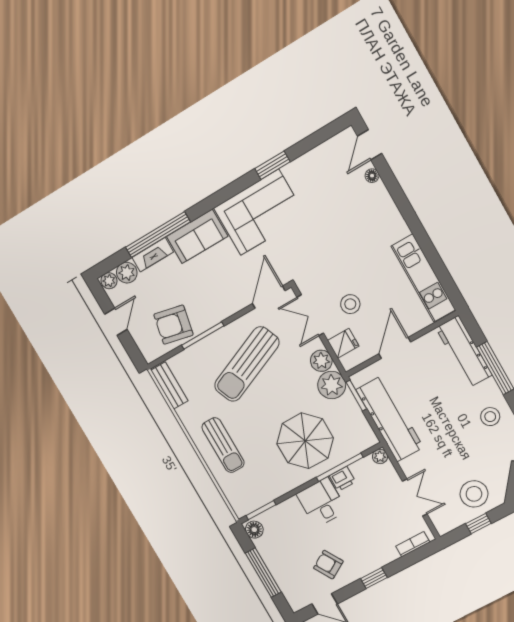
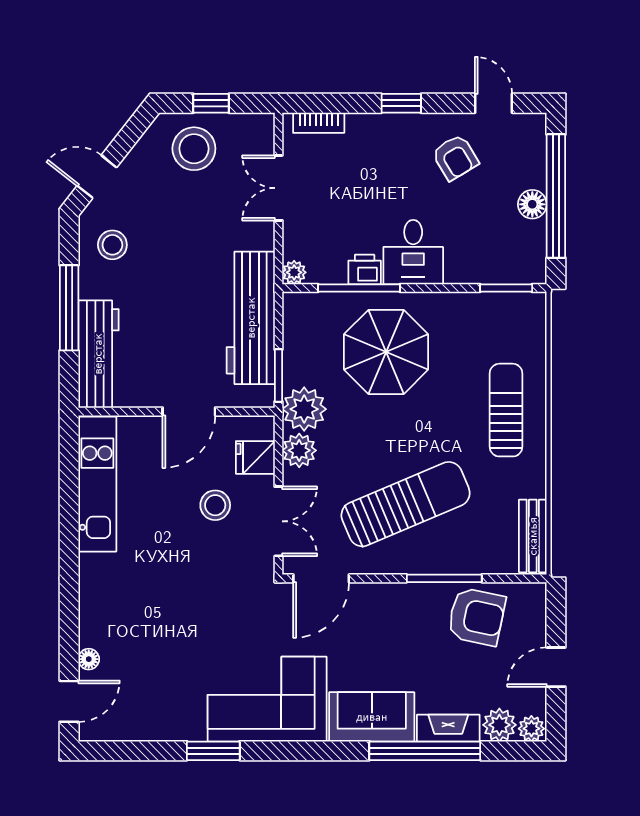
floor lamp: (254, 530) -> (532, 204), moved
window: (263, 573) -> (556, 196), width x1.46

